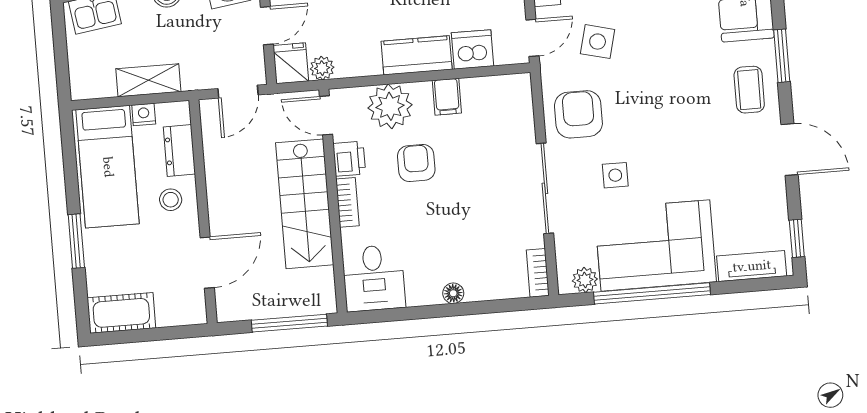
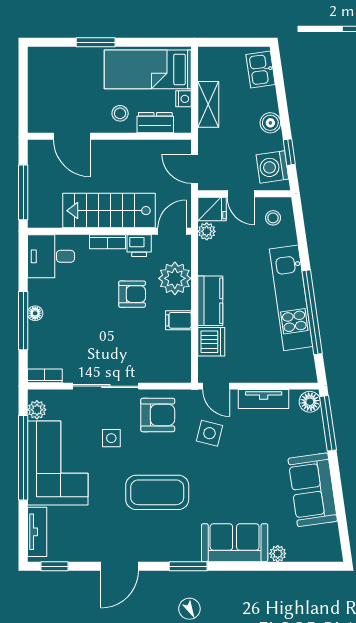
coffee table: (749, 90) -> (157, 492), moved, width x1.86, depth x1.72
window: (465, 309) -> (23, 321), added
cot: (121, 313) -> (41, 71), removed

